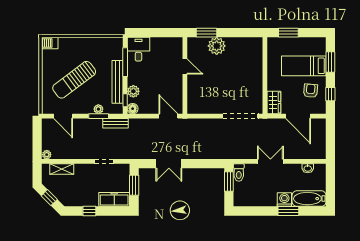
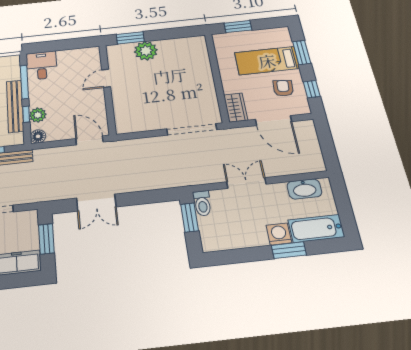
door: (185, 66) -> (106, 78), swing flipped
window: (125, 100) -> (26, 114), moved
washbasin: (308, 168) -> (304, 189), width x1.91, depth x1.45

